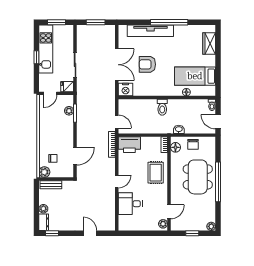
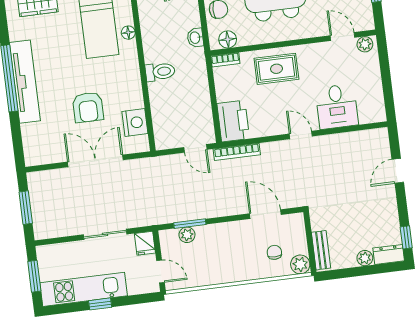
tv unit: (150, 31) -> (25, 82), moved
nightstand: (126, 90) -> (135, 122), moved
door: (117, 122) -> (195, 148), swing flipped

